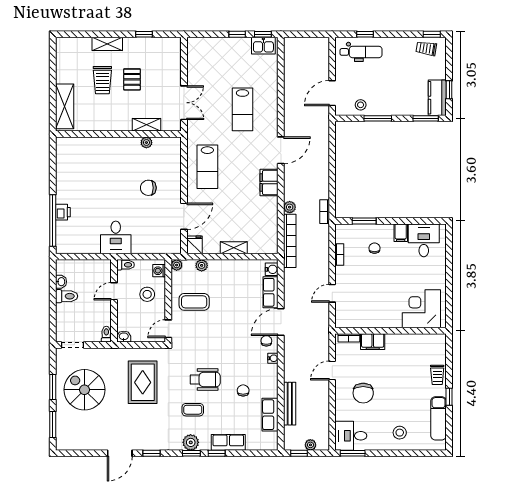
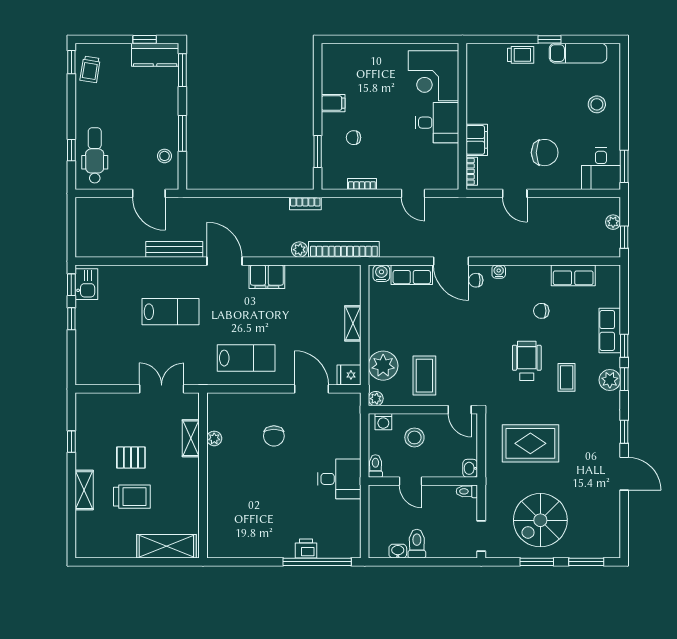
desk: (424, 240) -> (437, 123), moved, turned 180
plant: (202, 265) -> (383, 366), width x1.88, depth x1.88
bench: (290, 404) -> (174, 249), moved

